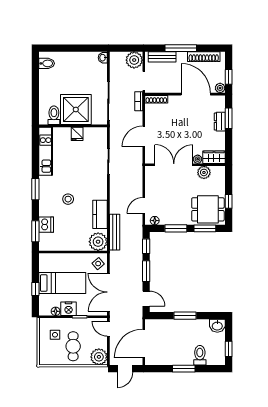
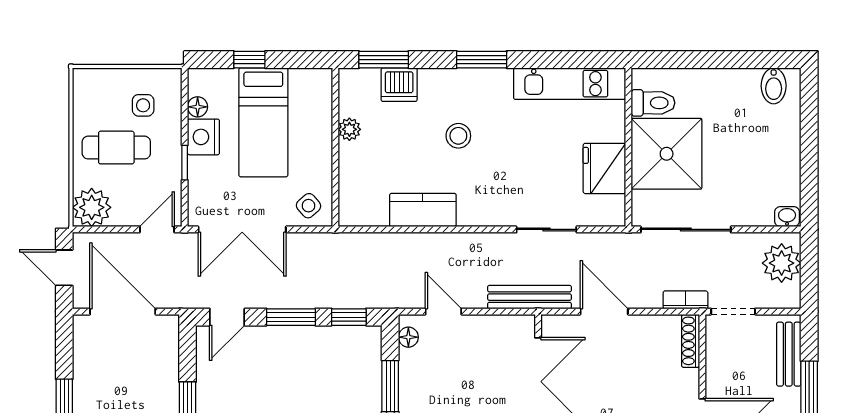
plant: (134, 60) -> (782, 263), moved
fridge: (77, 134) -> (604, 168), width x1.88, depth x1.34
bench: (115, 232) -> (529, 297), moved
plant: (98, 242) -> (349, 129), moved, width x0.53, depth x0.53
double door: (108, 292) -> (242, 229), swing flipped

